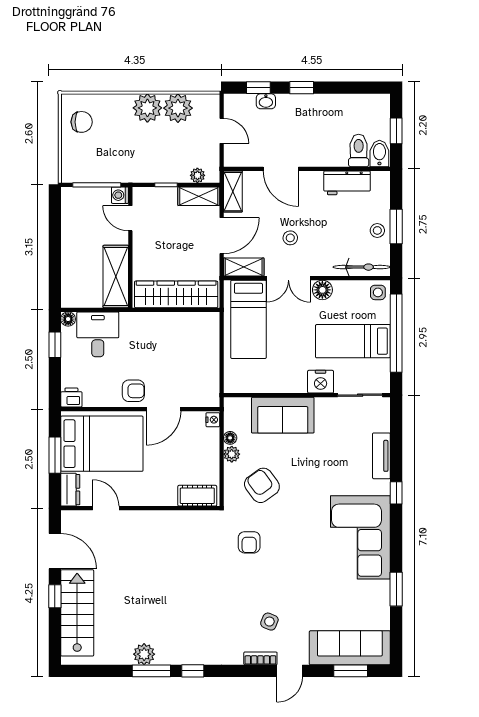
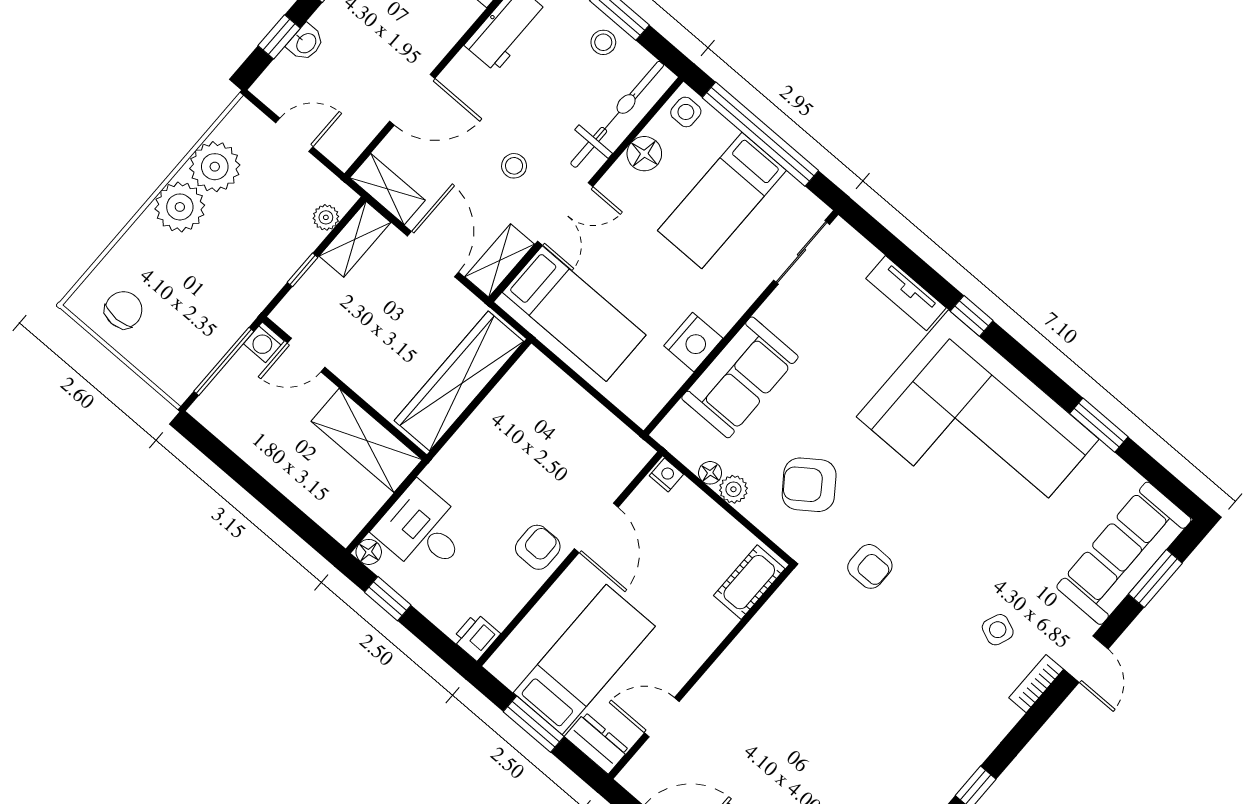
bicycle: (362, 267) -> (617, 114), width x1.37, depth x1.40
floor lamp: (322, 290) -> (644, 154), moved
nightstand: (321, 382) -> (693, 342), moved
bed: (102, 444) -> (584, 659), width x0.67
corner sofa: (360, 537) -> (978, 428), width x1.36, depth x1.36

